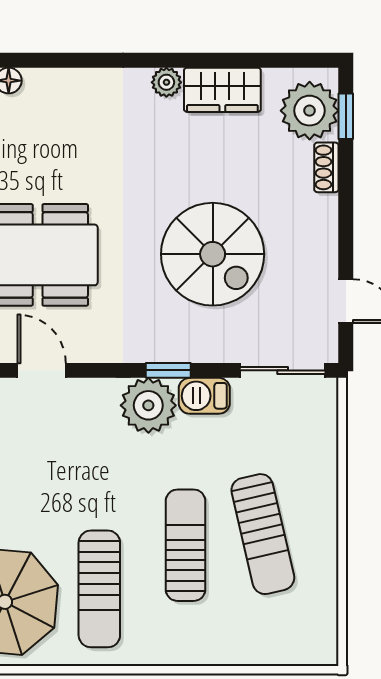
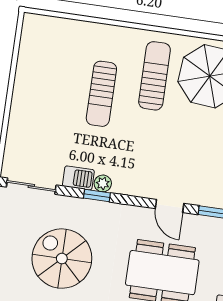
plant: (148, 405) -> (103, 183), width x0.53, depth x0.53
sun lounger: (263, 534) -> (56, 94), removed

